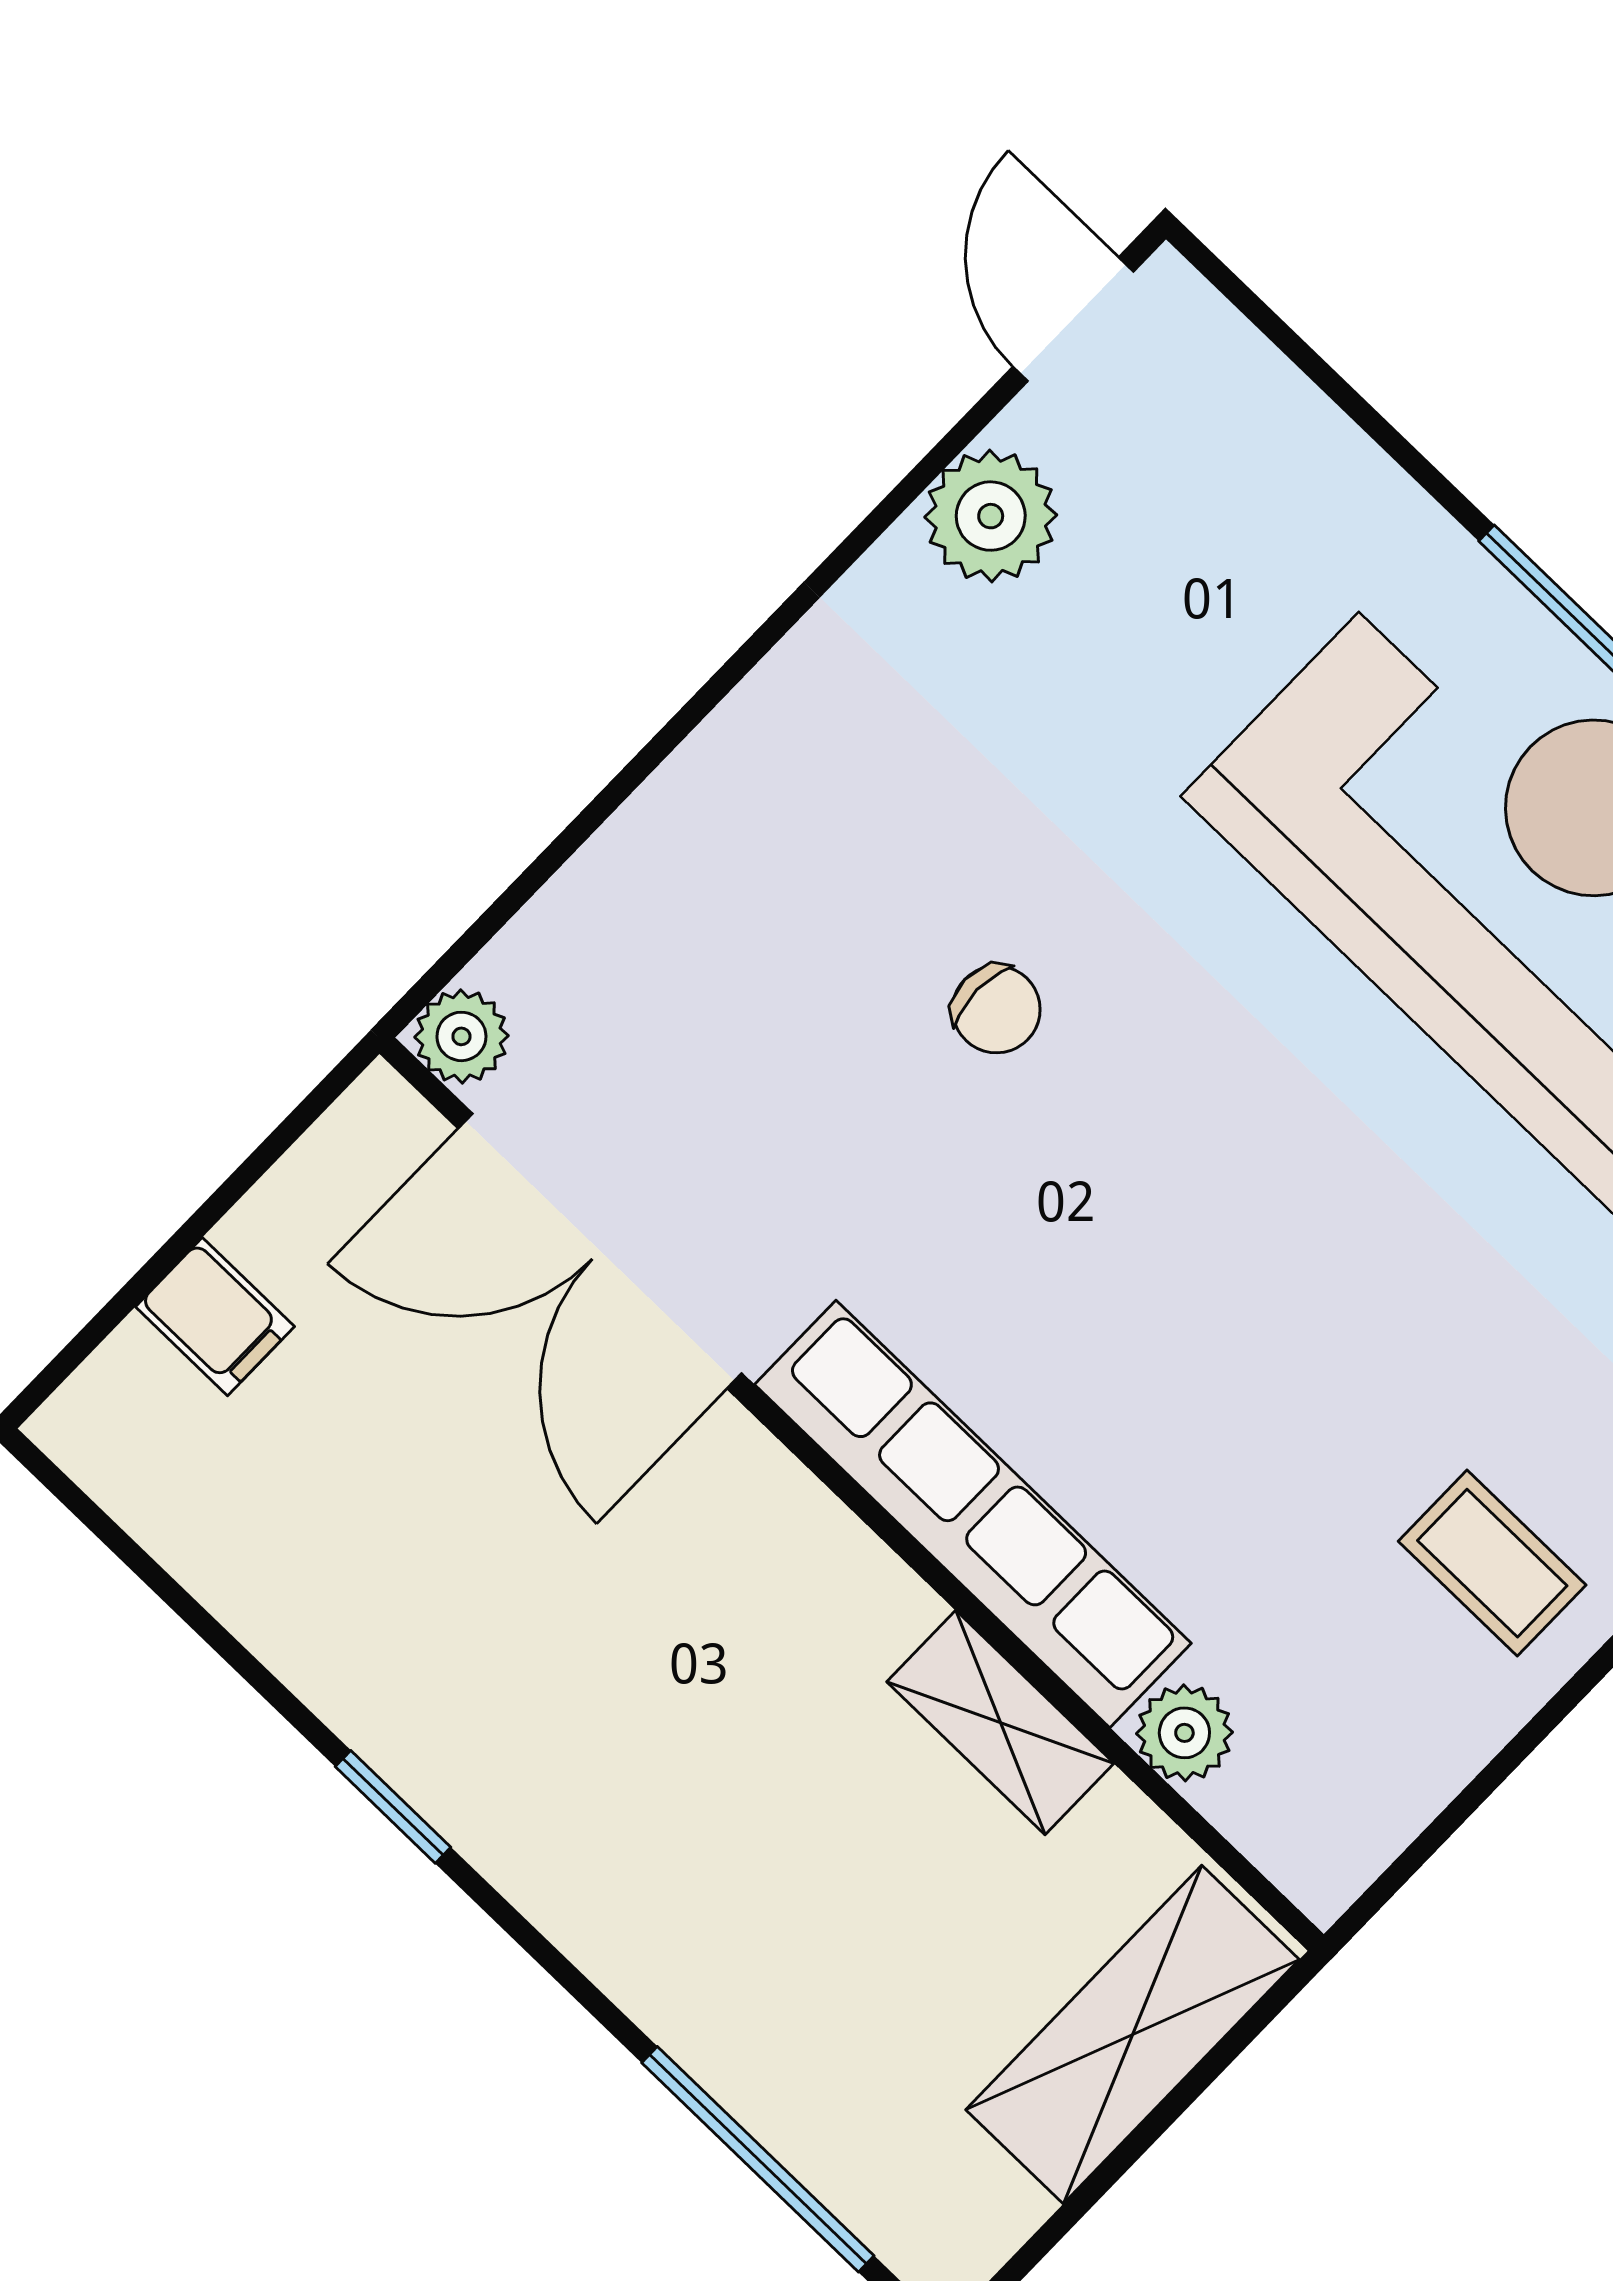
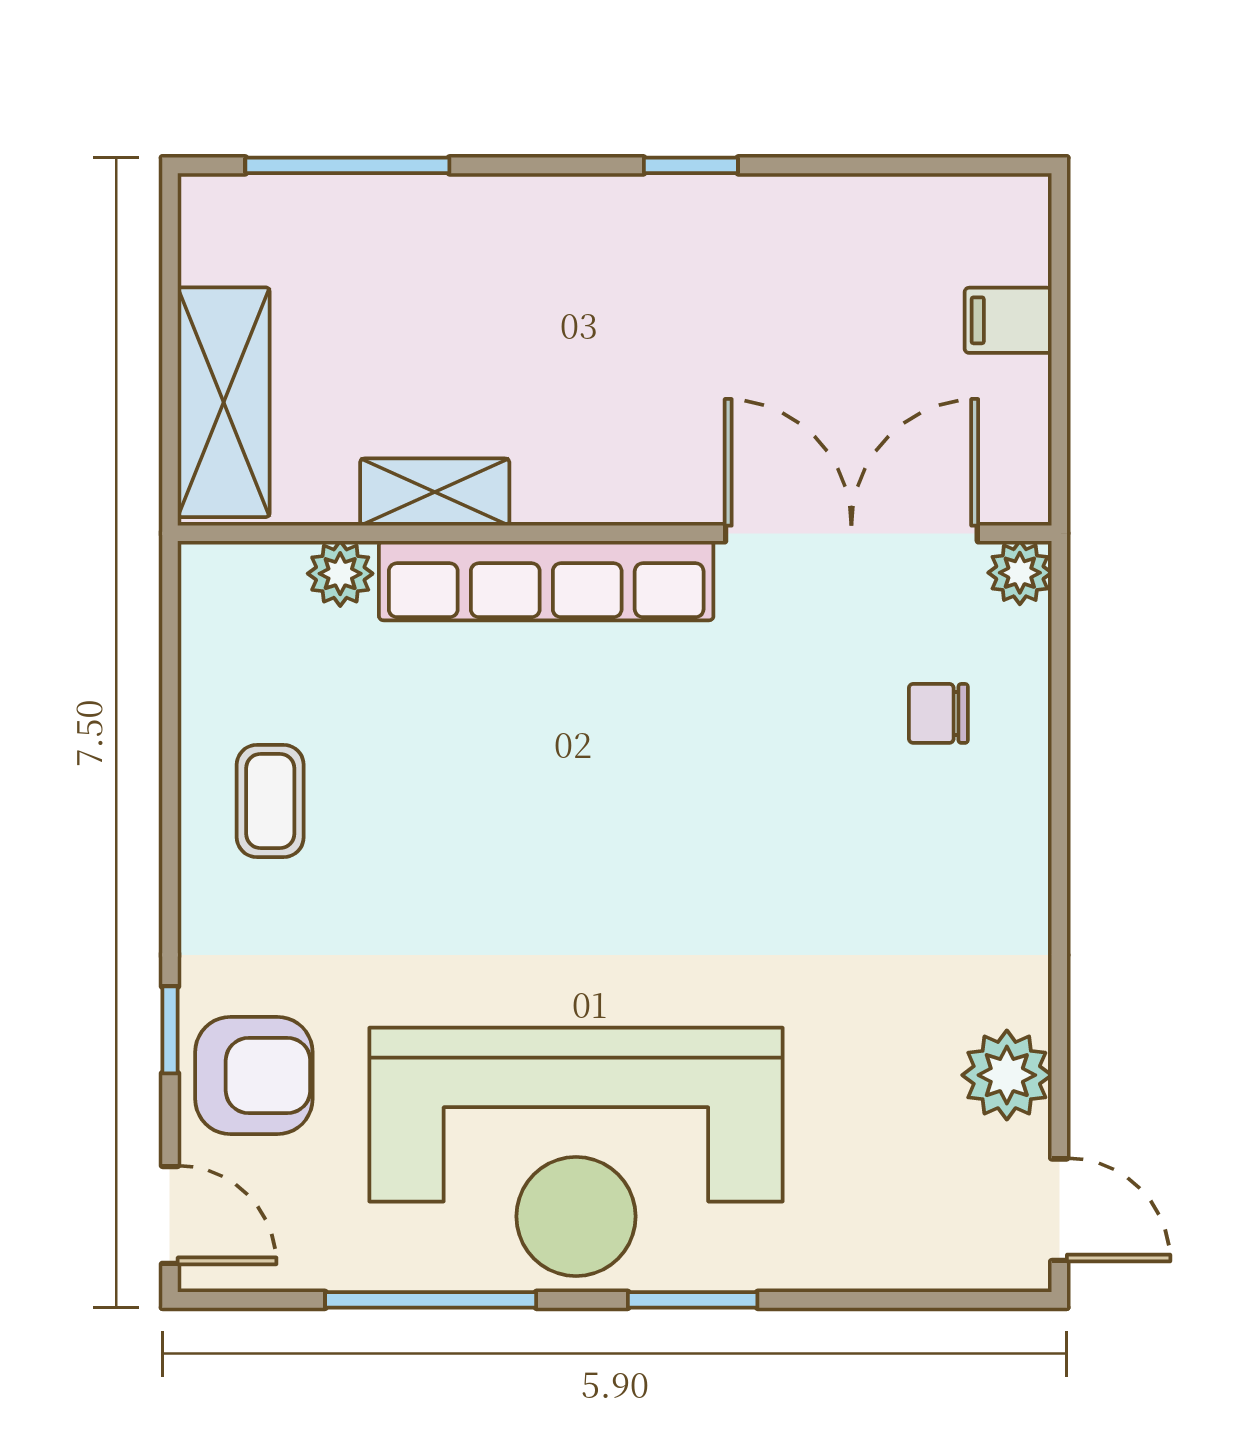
chair: (996, 1009) -> (938, 713), moved
coffee table: (1492, 1563) -> (270, 801), turned 90

